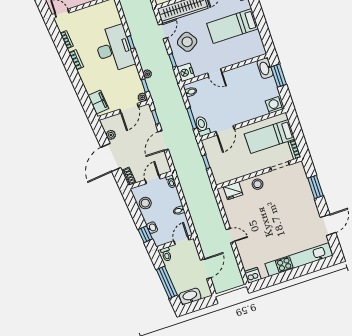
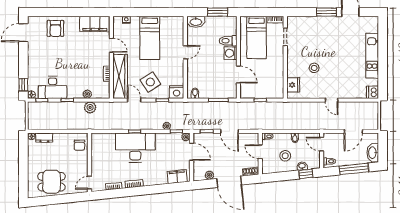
door: (215, 73) -> (185, 52), moved
window: (279, 76) -> (218, 12), moved
washing machine: (274, 105) -> (230, 53), moved
toilet: (202, 126) -> (228, 41), moved
stool: (258, 184) -> (314, 68), moved
window: (315, 187) -> (326, 12), moved
stool: (145, 203) -> (285, 156), moved
door: (230, 236) -> (331, 100), swing flipped
kitchen unit: (299, 260) -> (372, 56), width x0.73
door: (206, 269) -> (353, 131), swing flipped

